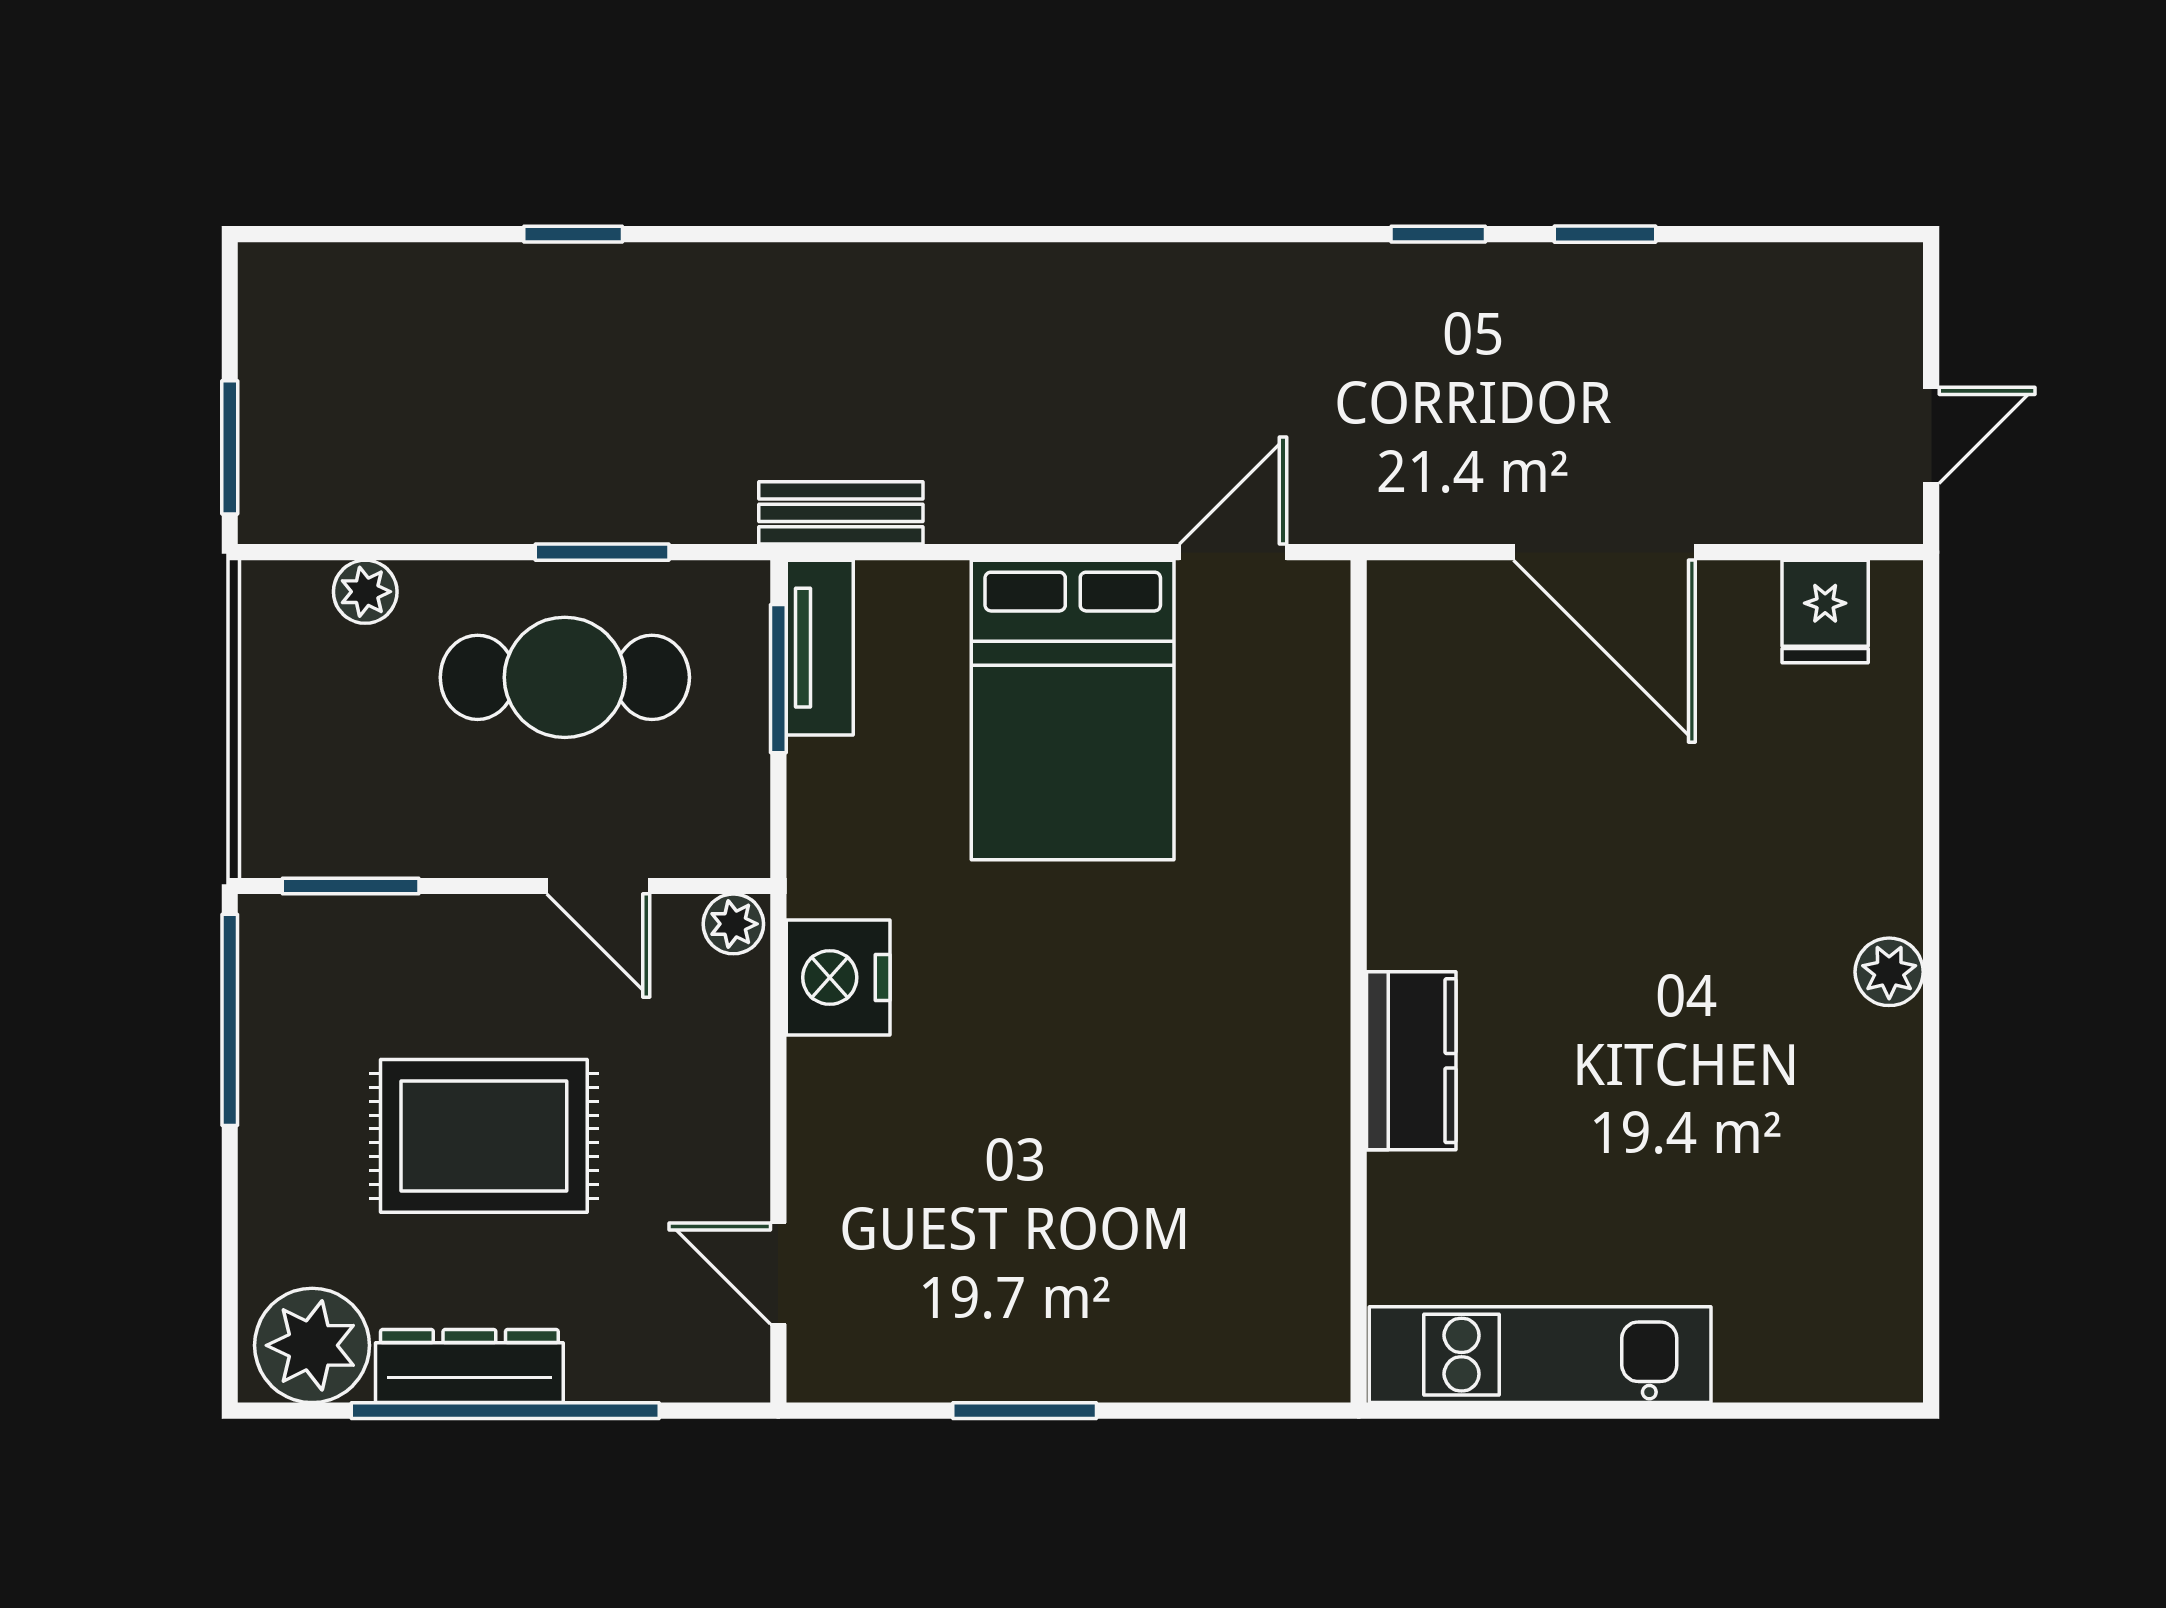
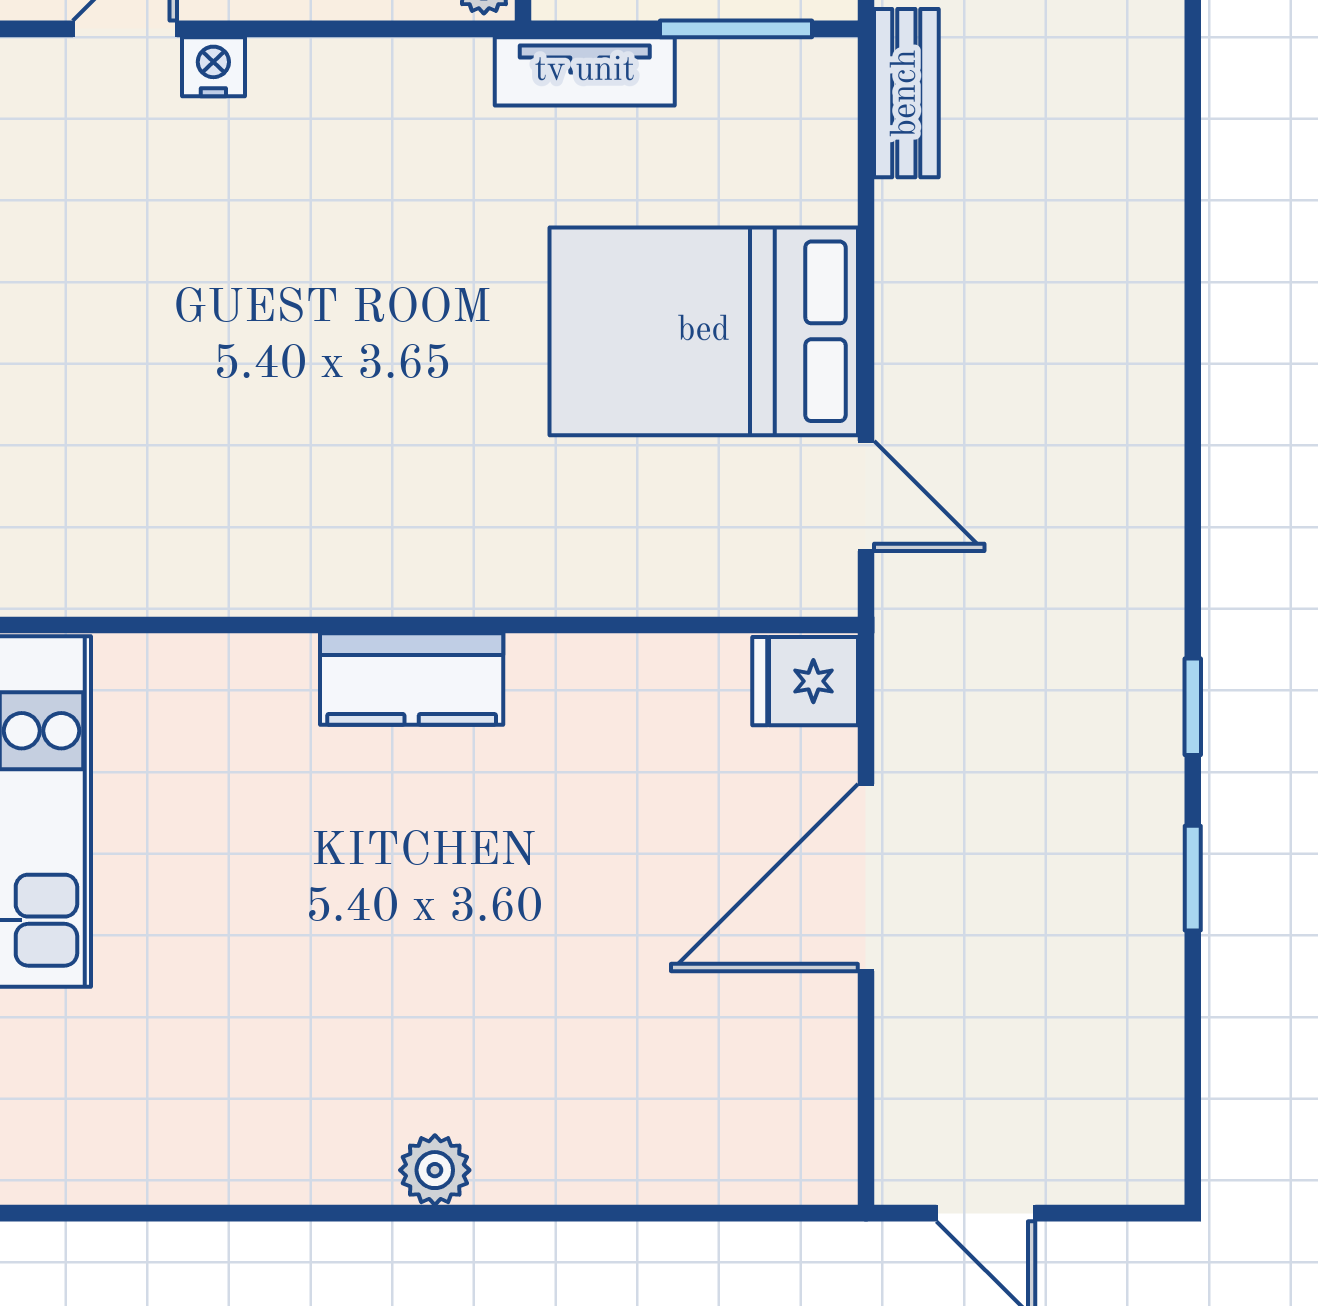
fridge: (1825, 611) -> (805, 681), moved
tv unit: (820, 648) -> (585, 71), moved
nightstand: (838, 977) -> (213, 67), moved, width x0.53, depth x0.56
kitchen counter: (1411, 1061) -> (412, 679), moved

